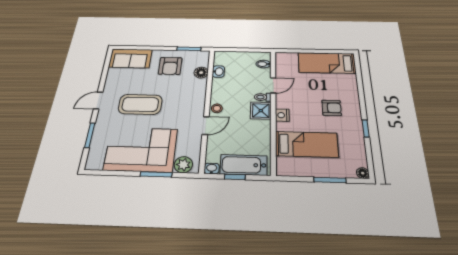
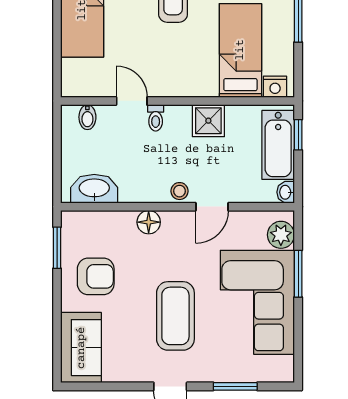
washbasin: (218, 72) -> (94, 189), width x1.91, depth x1.45
floor lamp: (201, 73) -> (149, 222), moved
shower: (261, 111) -> (208, 121), moved
nightstand: (282, 115) -> (275, 87), moved
door: (206, 126) -> (212, 207), swing flipped
window: (235, 177) -> (298, 135), moved

